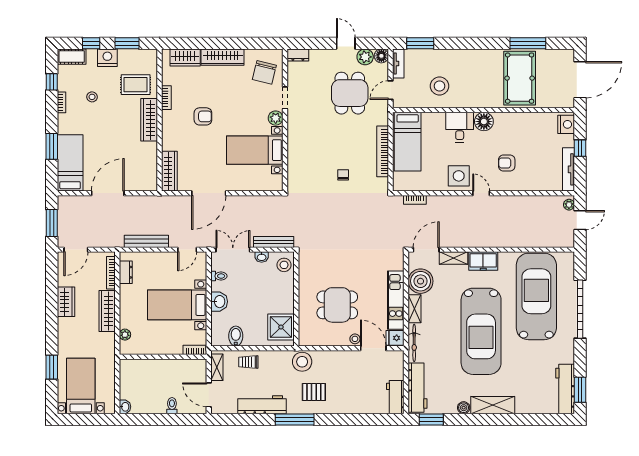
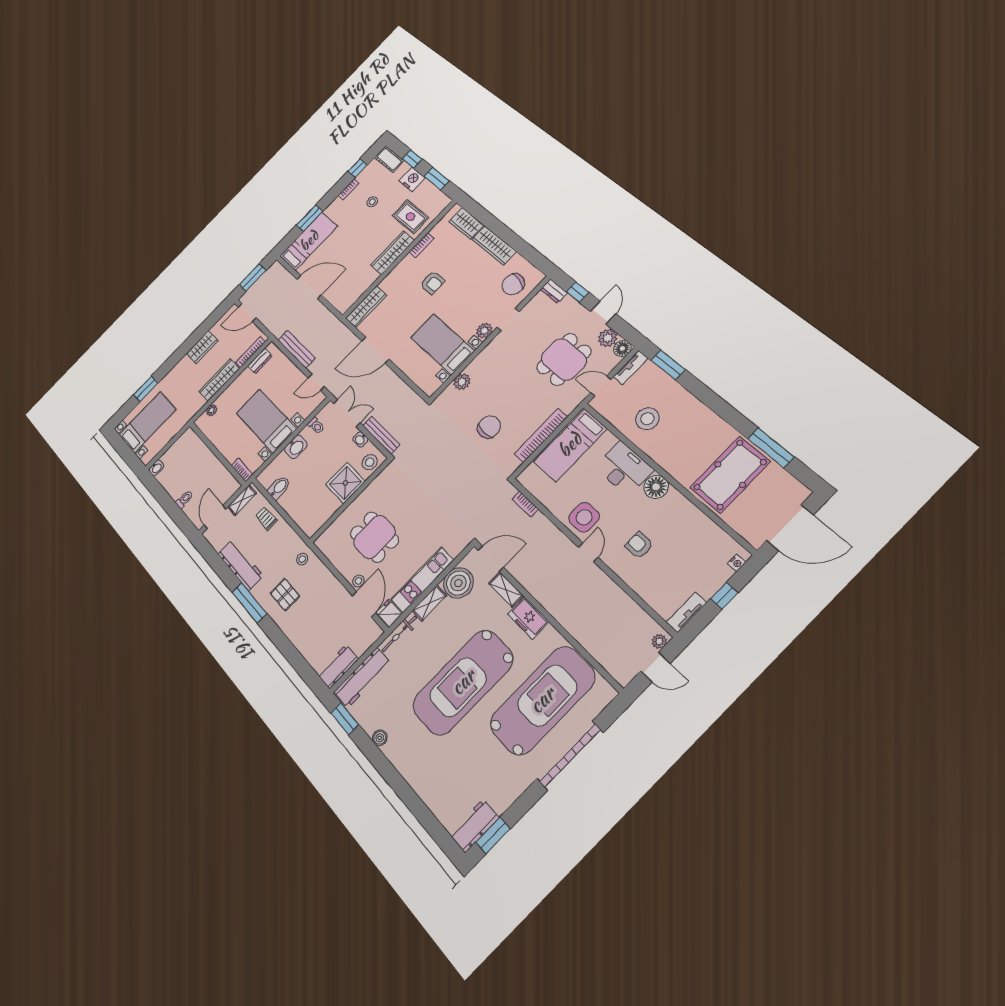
window: (315, 43) -> (578, 292), added
nightstand: (566, 124) -> (737, 563), width x0.53, depth x0.56
desk: (460, 127) -> (624, 468), width x1.37
plant: (295, 163) -> (462, 382), added
tv unit: (569, 169) -> (686, 612), width x0.71
chair: (343, 175) -> (489, 427), width x1.87, depth x1.87
shower: (281, 327) -> (345, 483), moved
stool: (302, 362) -> (302, 559), width x0.53, depth x0.53
workbench: (565, 389) -> (474, 826), width x0.73
shelving: (493, 405) -> (405, 763), removed

